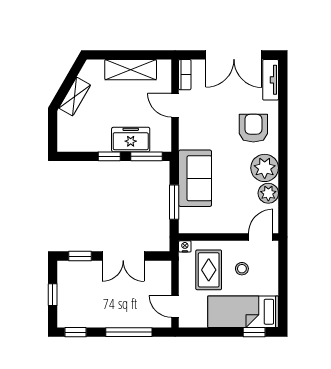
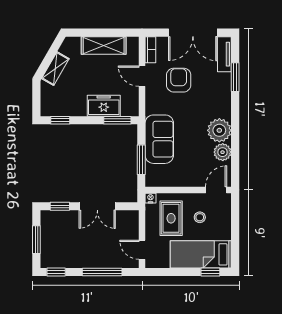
window: (283, 106) -> (235, 77), added
armchair: (253, 128) -> (179, 80), moved
window: (109, 156) -> (60, 120), moved
window: (53, 295) -> (36, 240), width x1.50

